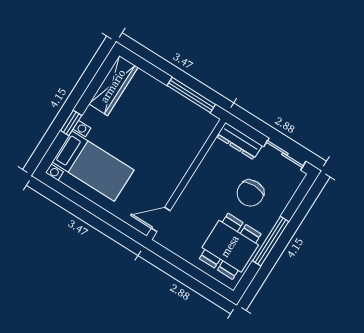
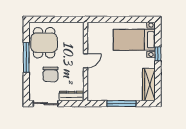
window: (191, 95) -> (122, 104), moved
chair: (250, 193) -> (50, 74), turned 180
door: (161, 219) -> (86, 61), moved

